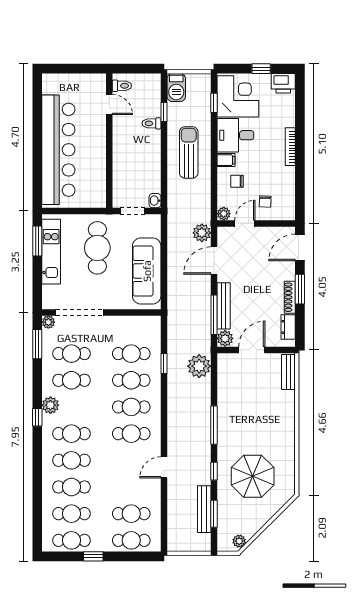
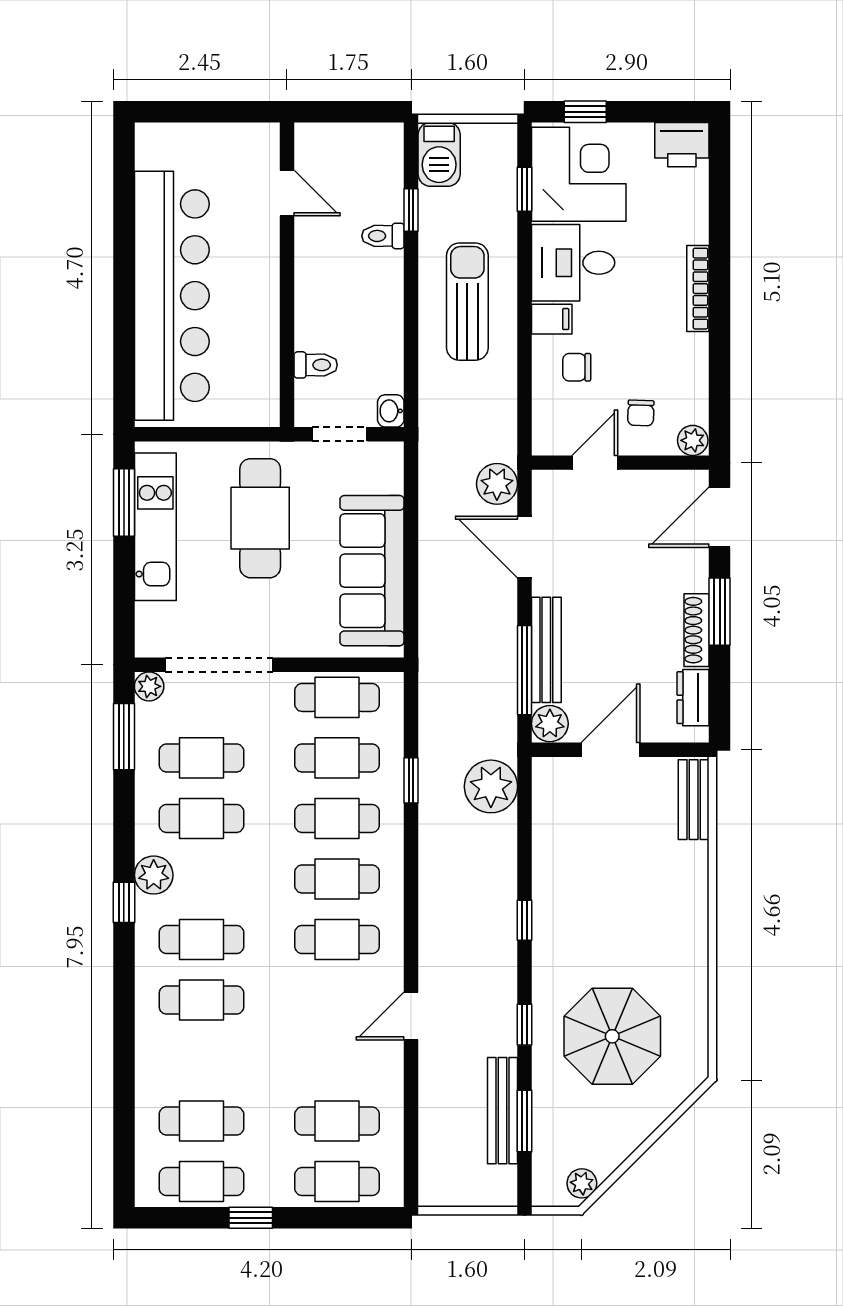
window: (261, 69) -> (585, 112), moved
toilet: (122, 86) -> (316, 365), moved
plant: (224, 214) -> (693, 440), moved
door: (214, 261) -> (525, 547), hinge flipped
window: (214, 425) -> (525, 920), width x0.46
cafe table: (71, 487) -> (337, 697), moved

